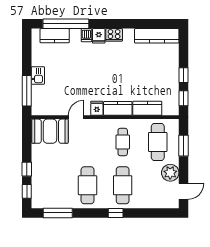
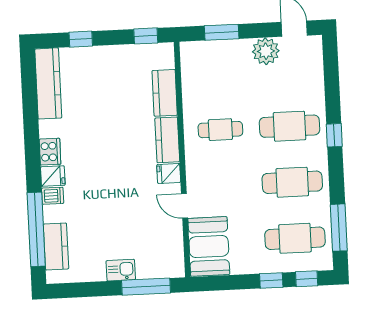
window: (183, 75) -> (81, 39), moved
cafe table: (158, 142) -> (295, 238), moved

